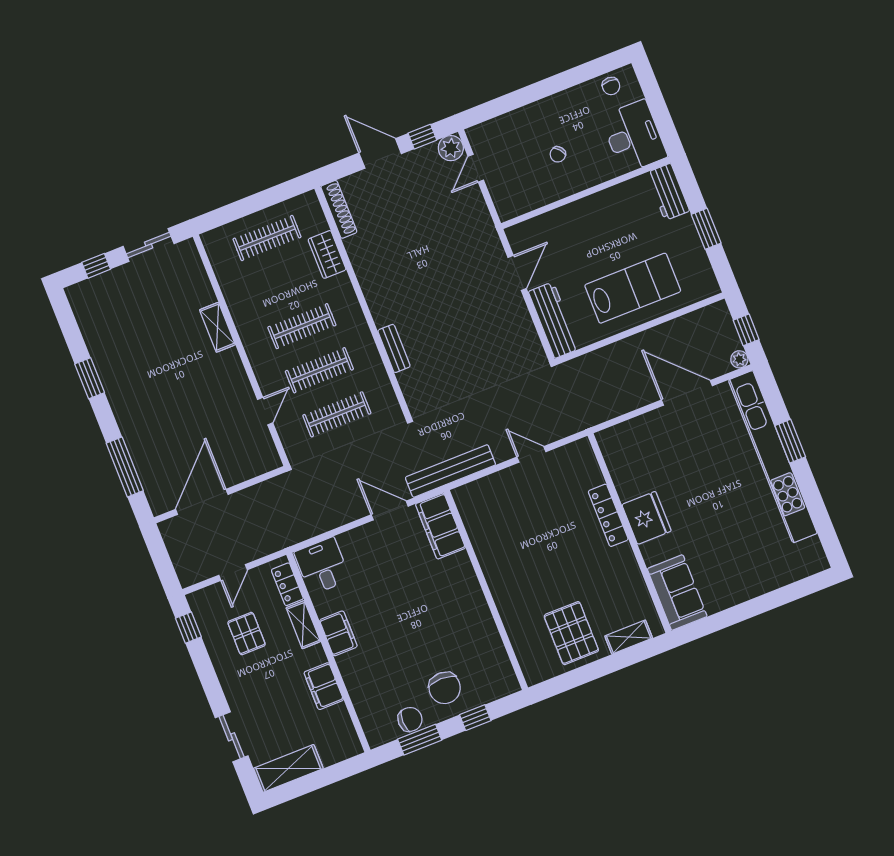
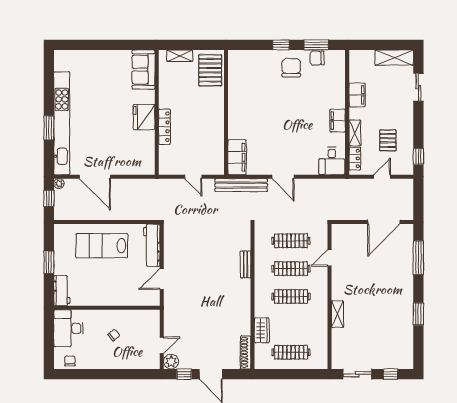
filing cabinet: (440, 526) -> (237, 157), moved
wall: (486, 590) -> (226, 112), moved

